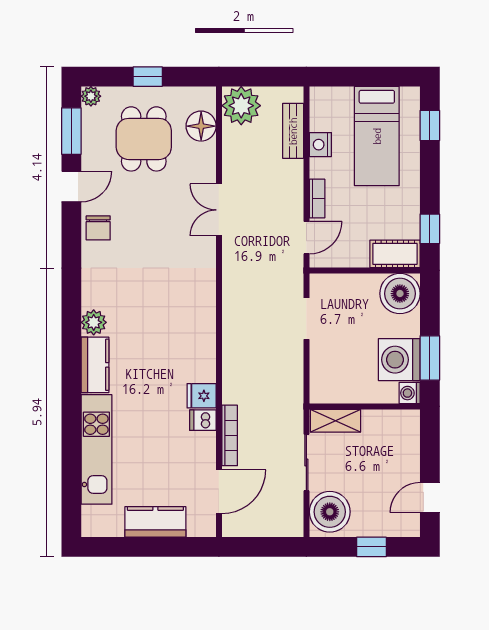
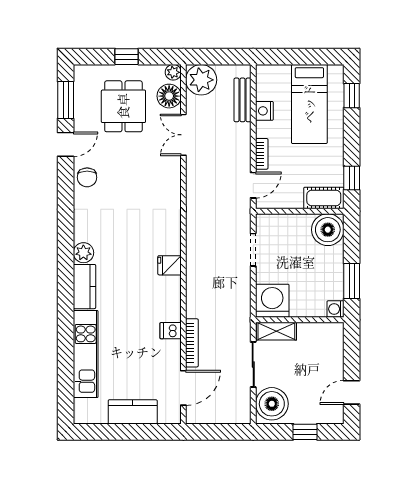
plant: (91, 96) -> (173, 72), moved
double door: (219, 210) -> (183, 135), moved
washing machine: (399, 360) -> (272, 301), moved, turned 90
fridge: (202, 396) -> (170, 265), moved

